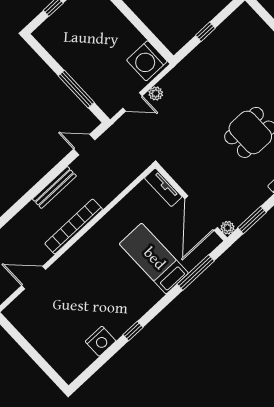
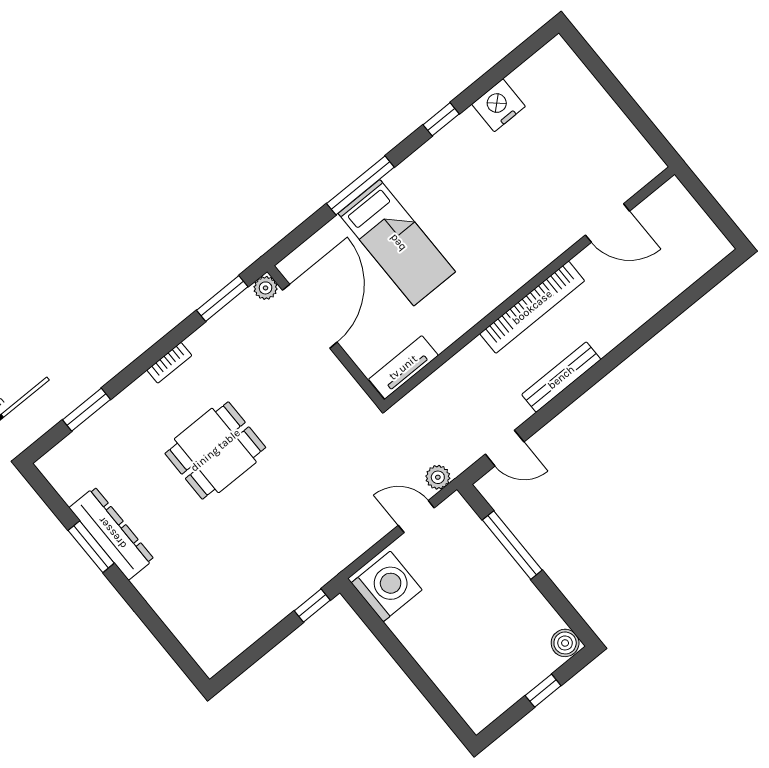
window: (205, 32) -> (312, 606), moved
boiler: (42, 35) -> (565, 643), added
plant: (156, 93) -> (438, 477), moved
tv unit: (163, 187) -> (403, 367), moved, turned -90
window: (196, 273) -> (360, 185), moved

